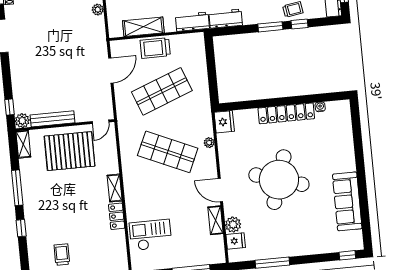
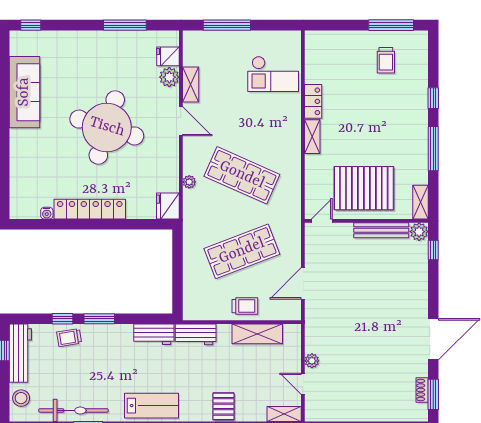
trolley: (155, 48) -> (245, 306), width x0.73, depth x0.72

